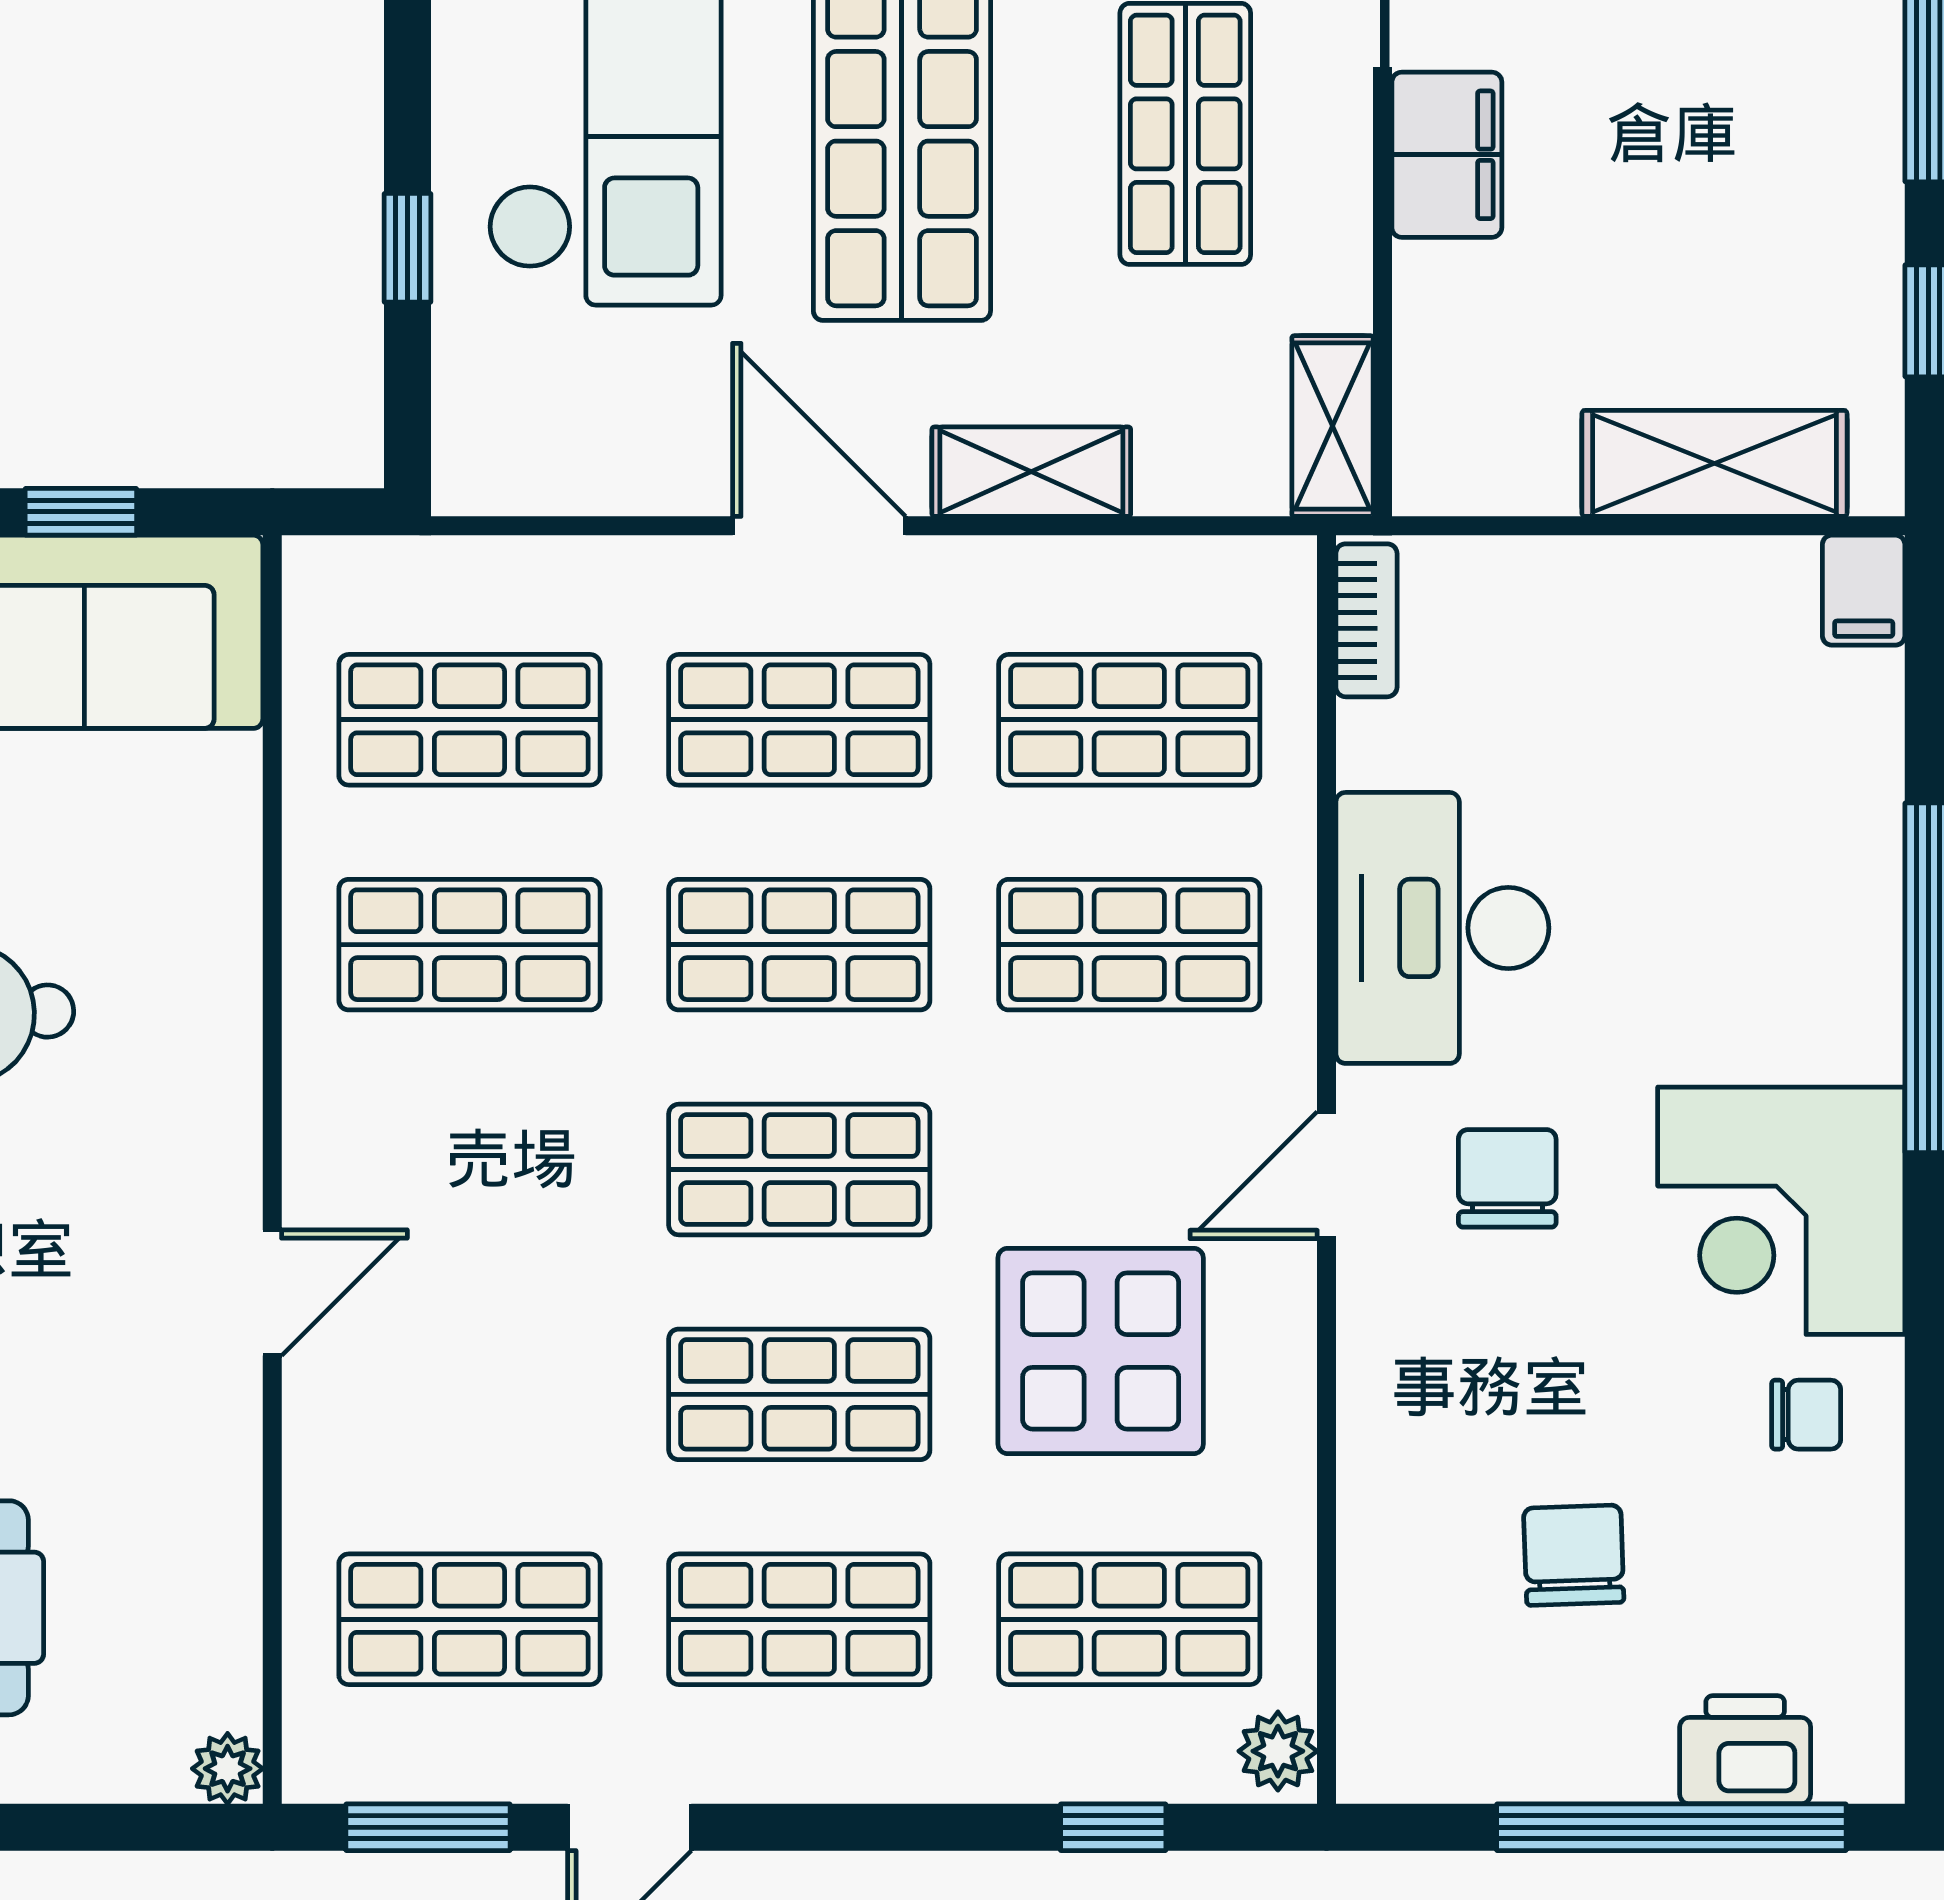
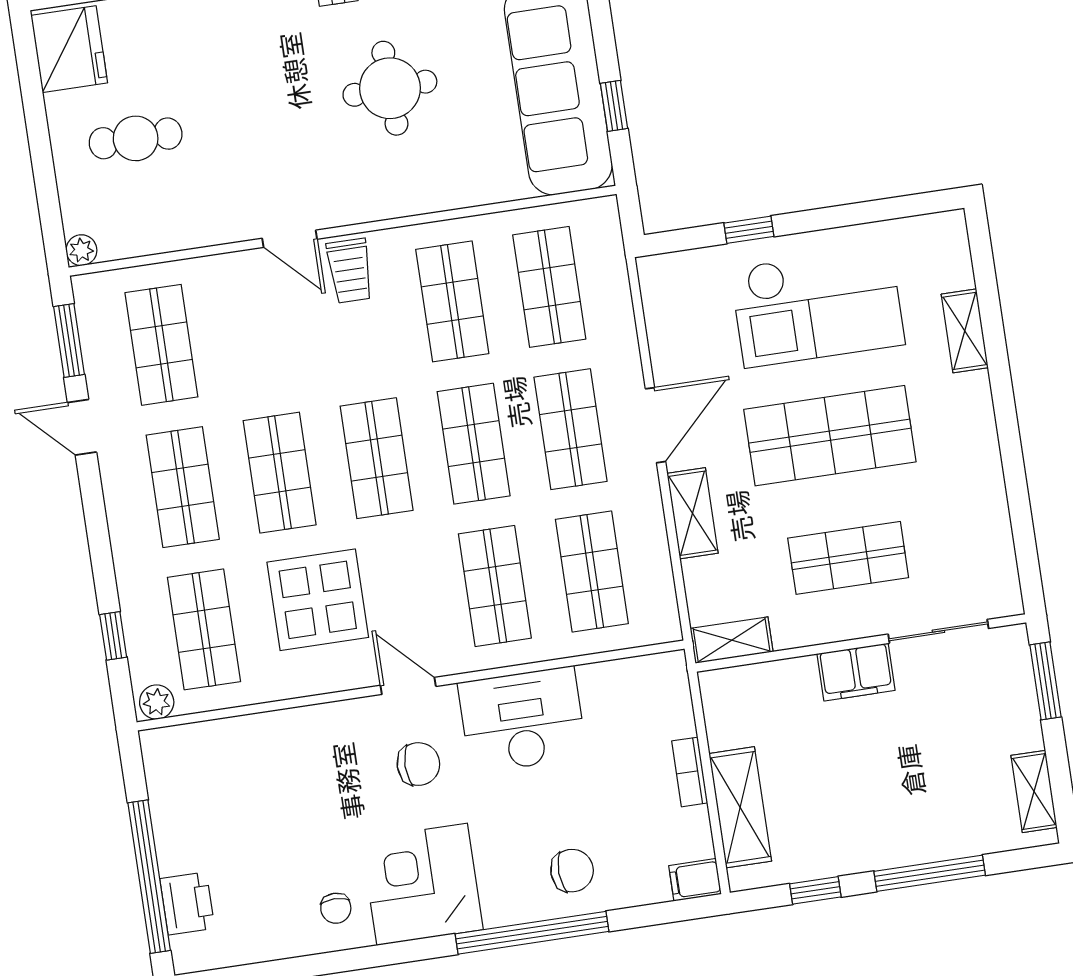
bookcase: (1366, 620) -> (690, 772), moved, turned 90
trolley: (365, 1167) -> (350, 271), added
chair: (1574, 1555) -> (572, 871), moved

